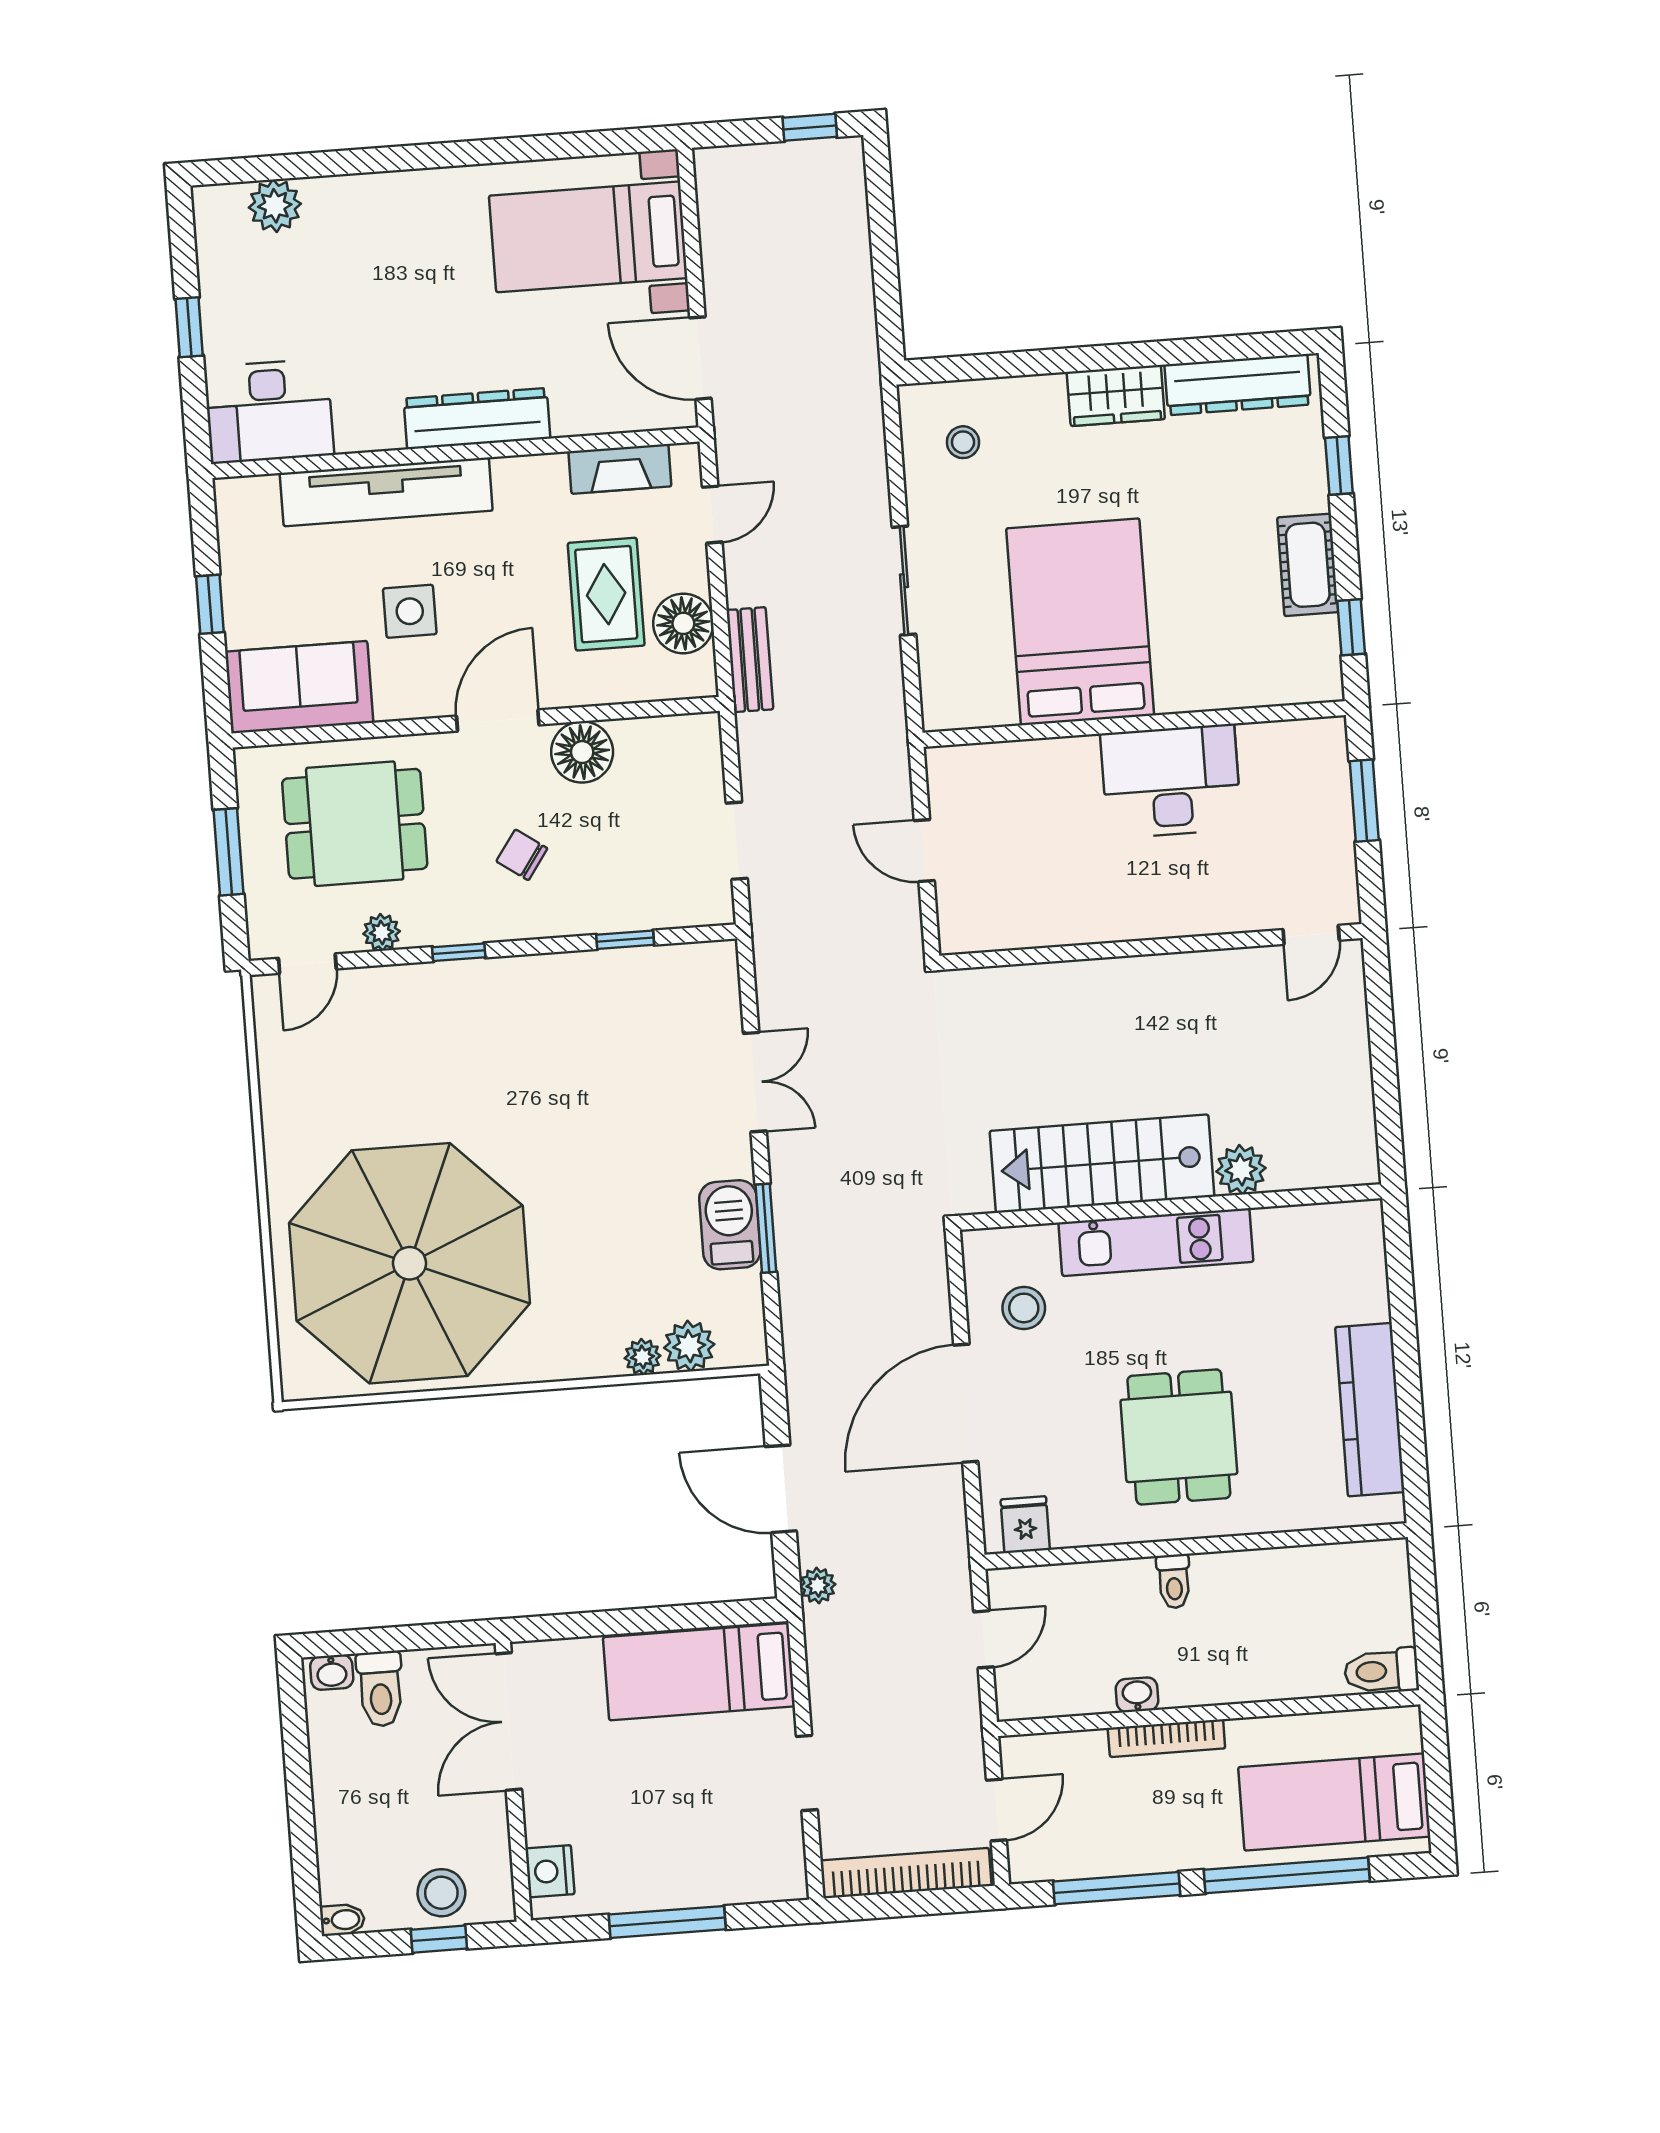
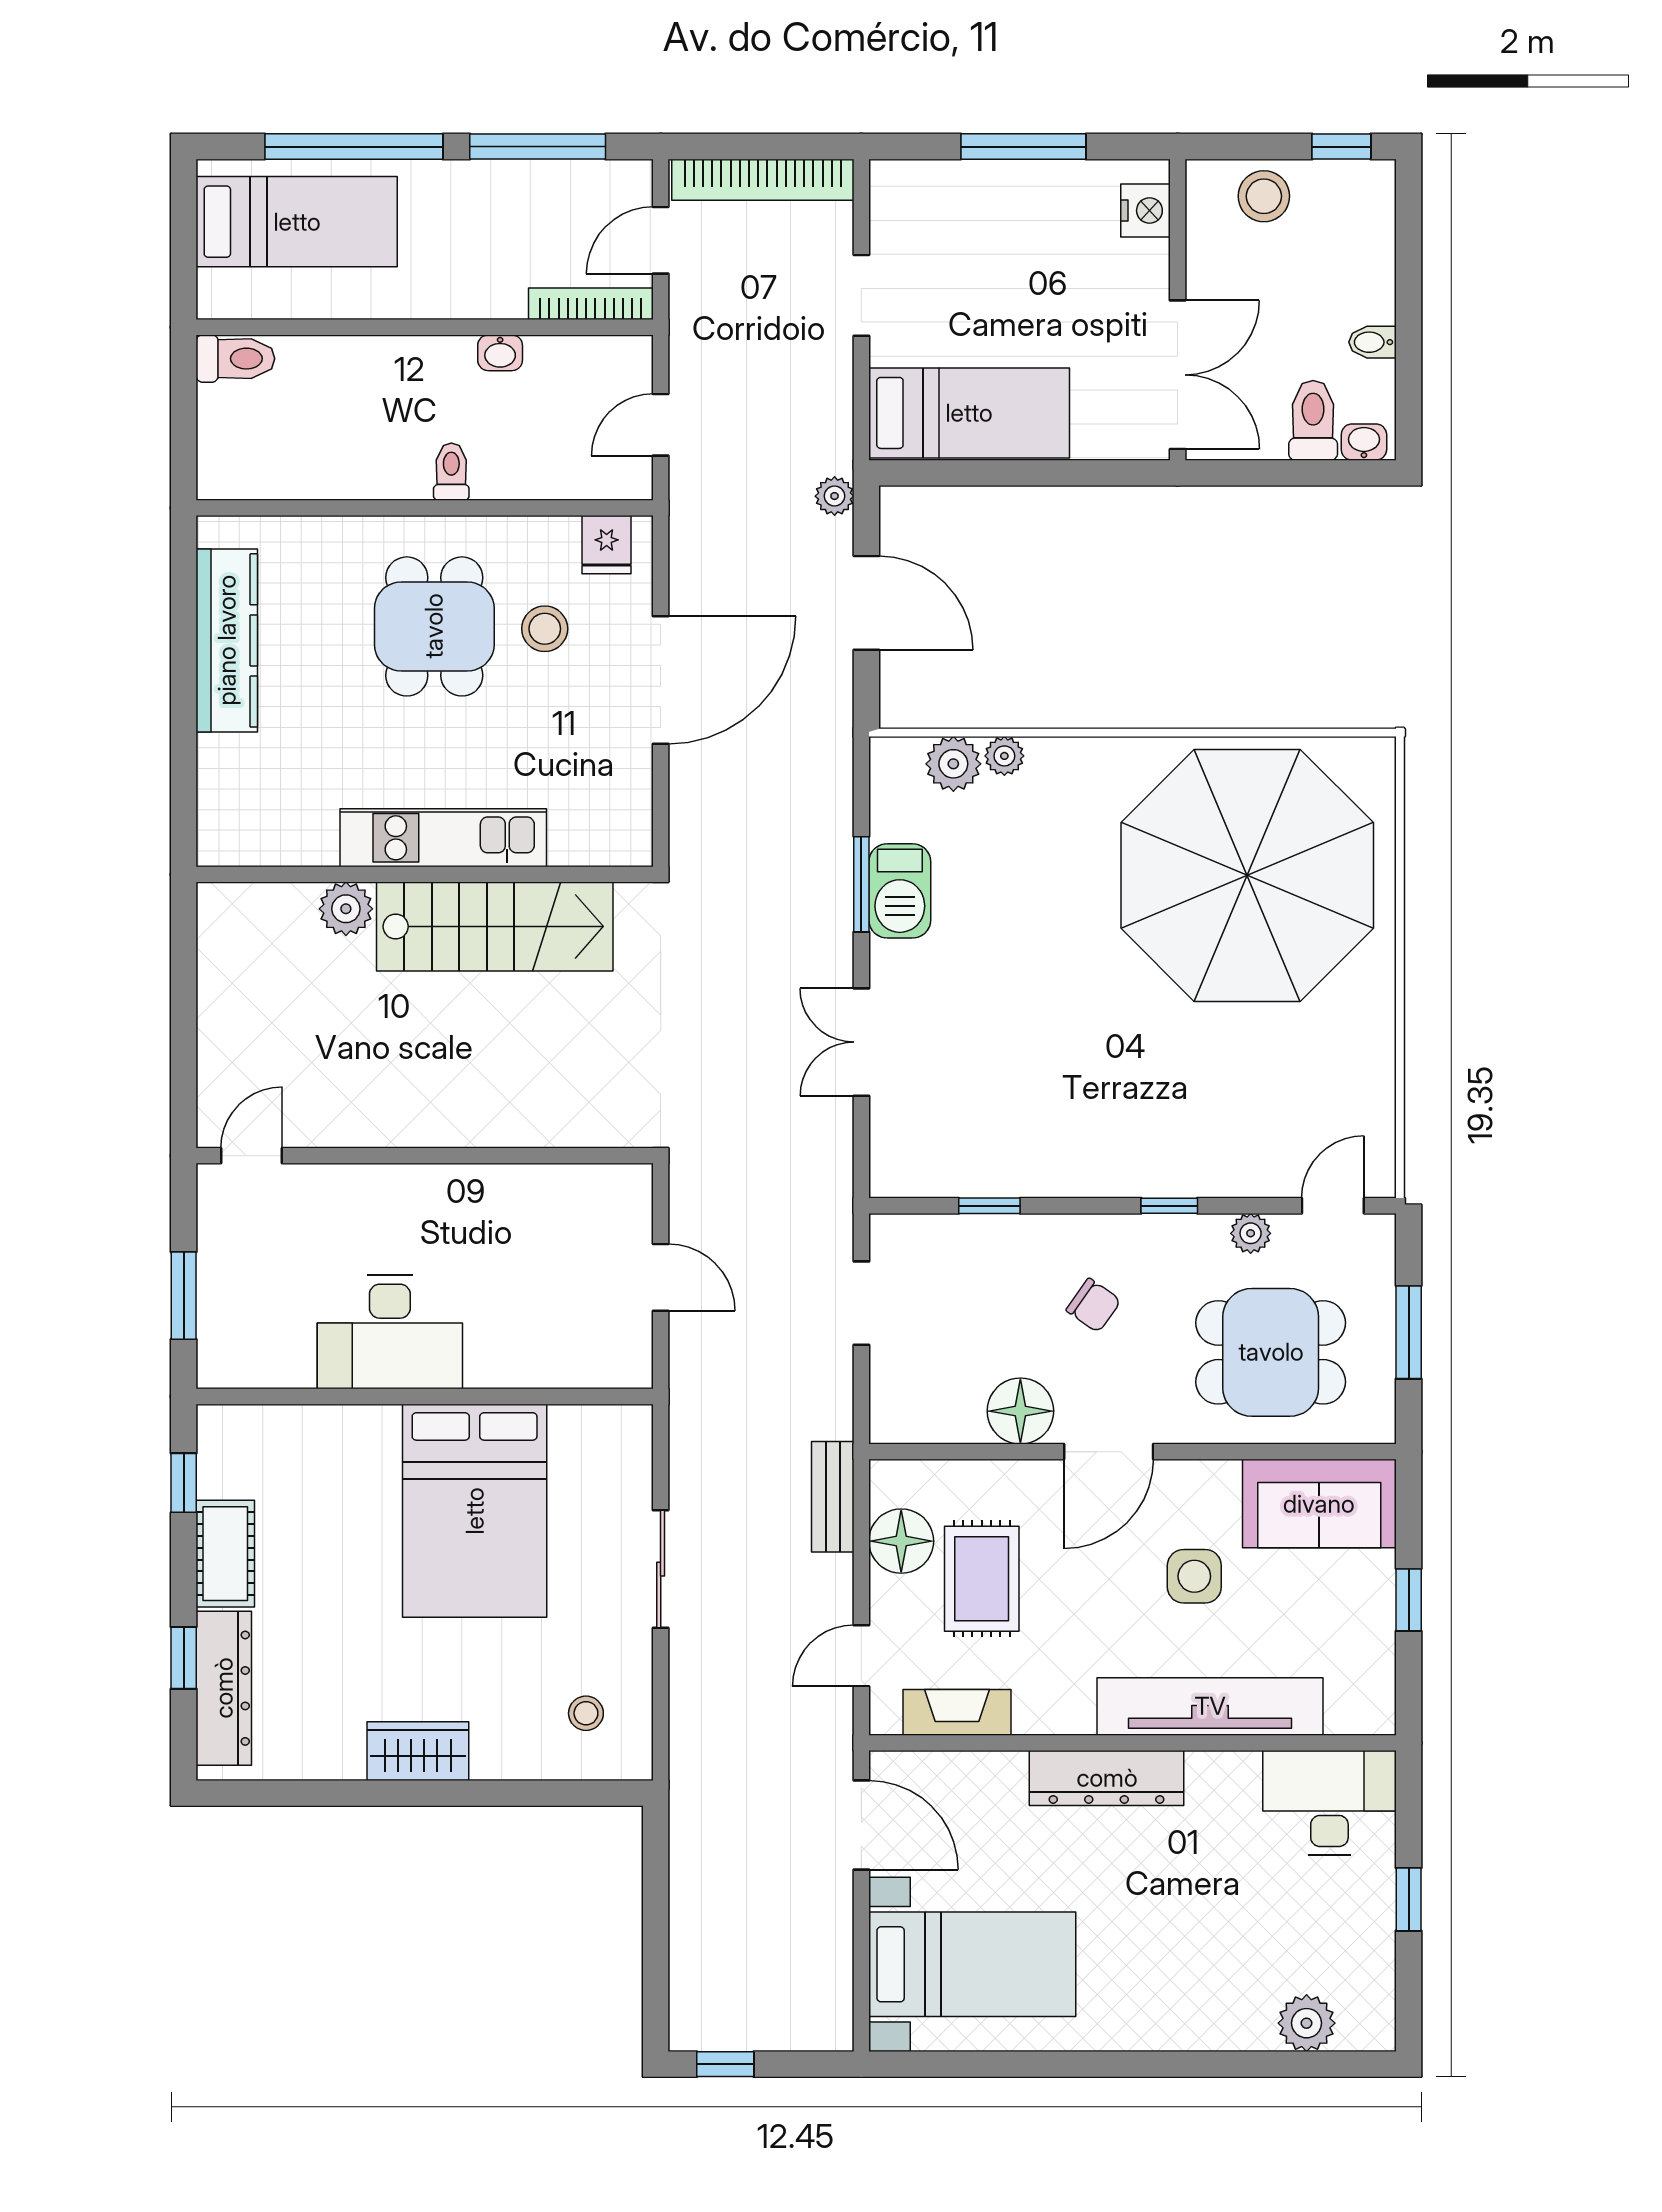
dresser: (1238, 385) -> (224, 1688), moved, turned 90
stool: (1024, 1308) -> (545, 629), moved
bookcase: (1166, 1738) -> (591, 304), moved
bidet: (342, 1920) -> (1372, 342), moved
window: (439, 1939) -> (1341, 147), moved

